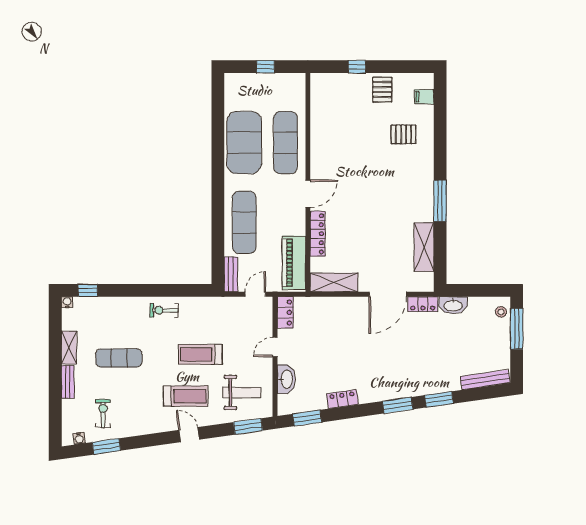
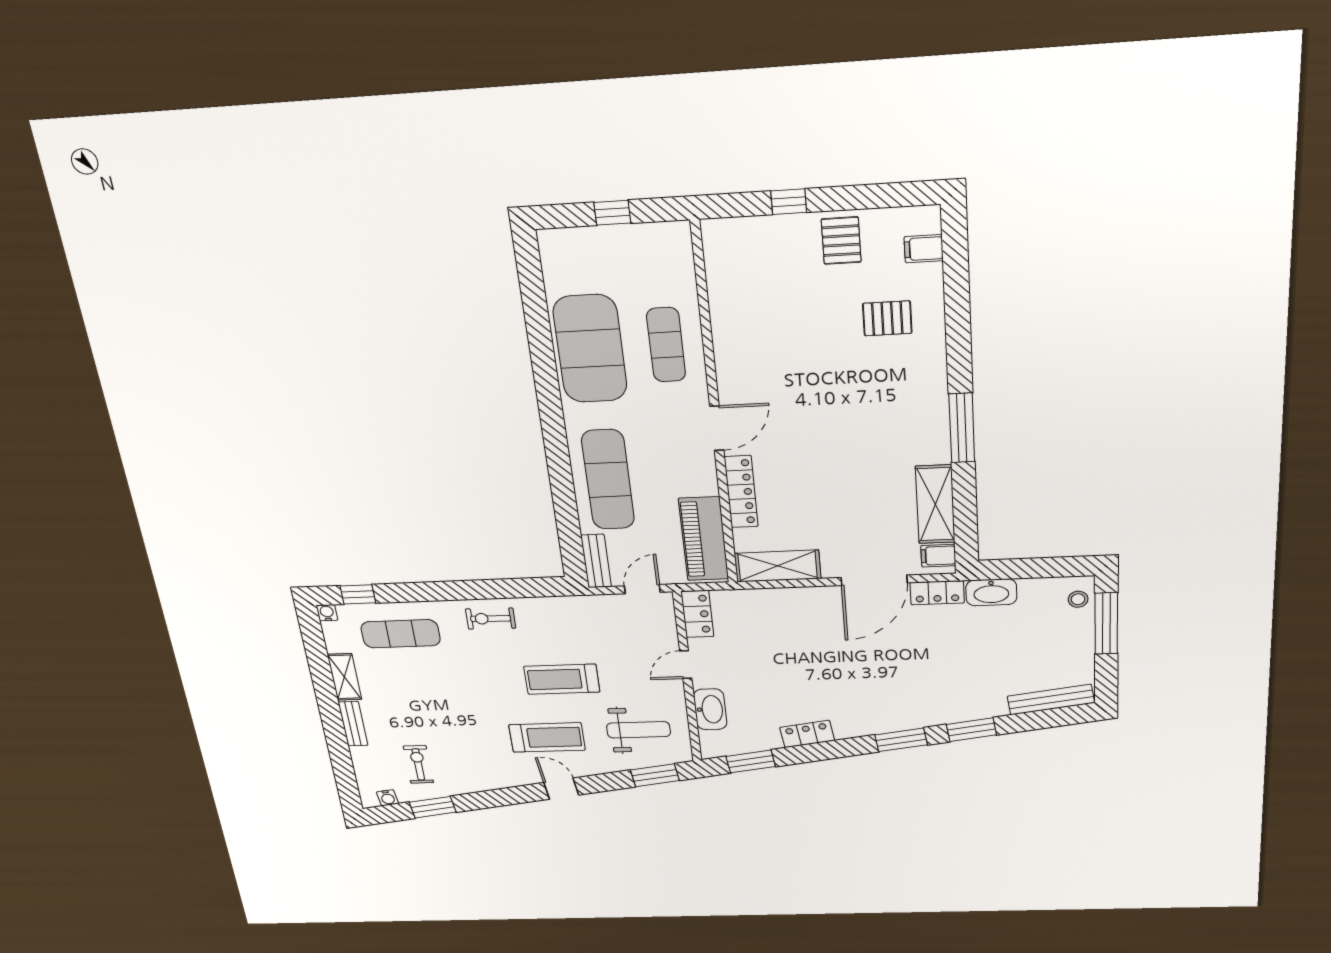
exercise mat: (285, 143) -> (666, 345), width x0.73, depth x0.69
filing cabinet: (424, 280) -> (938, 556), added
exercise mat: (119, 358) -> (401, 634), moved

